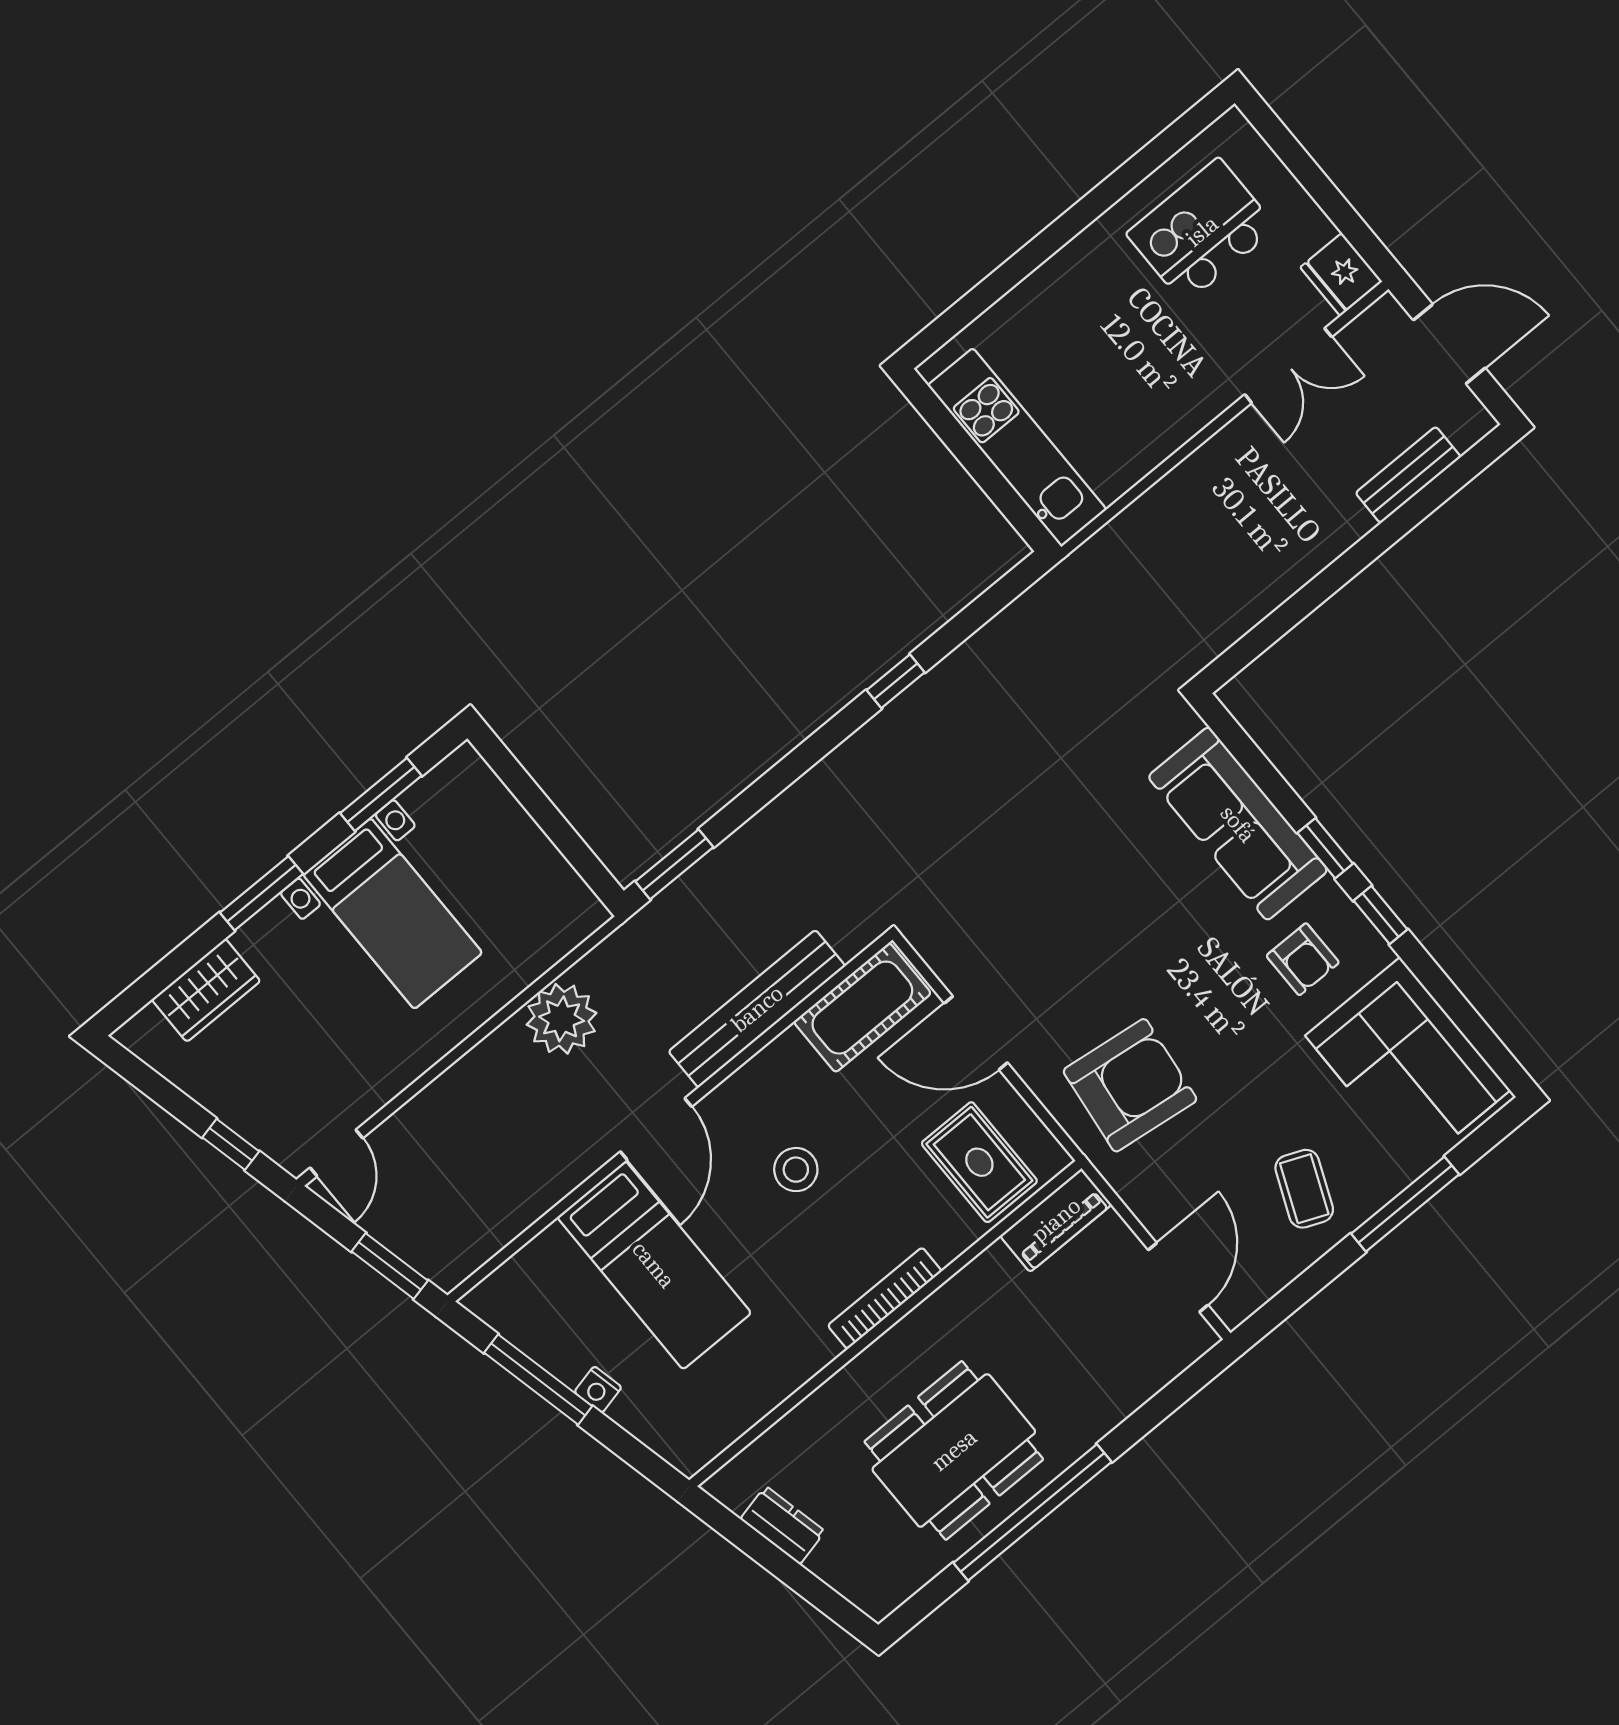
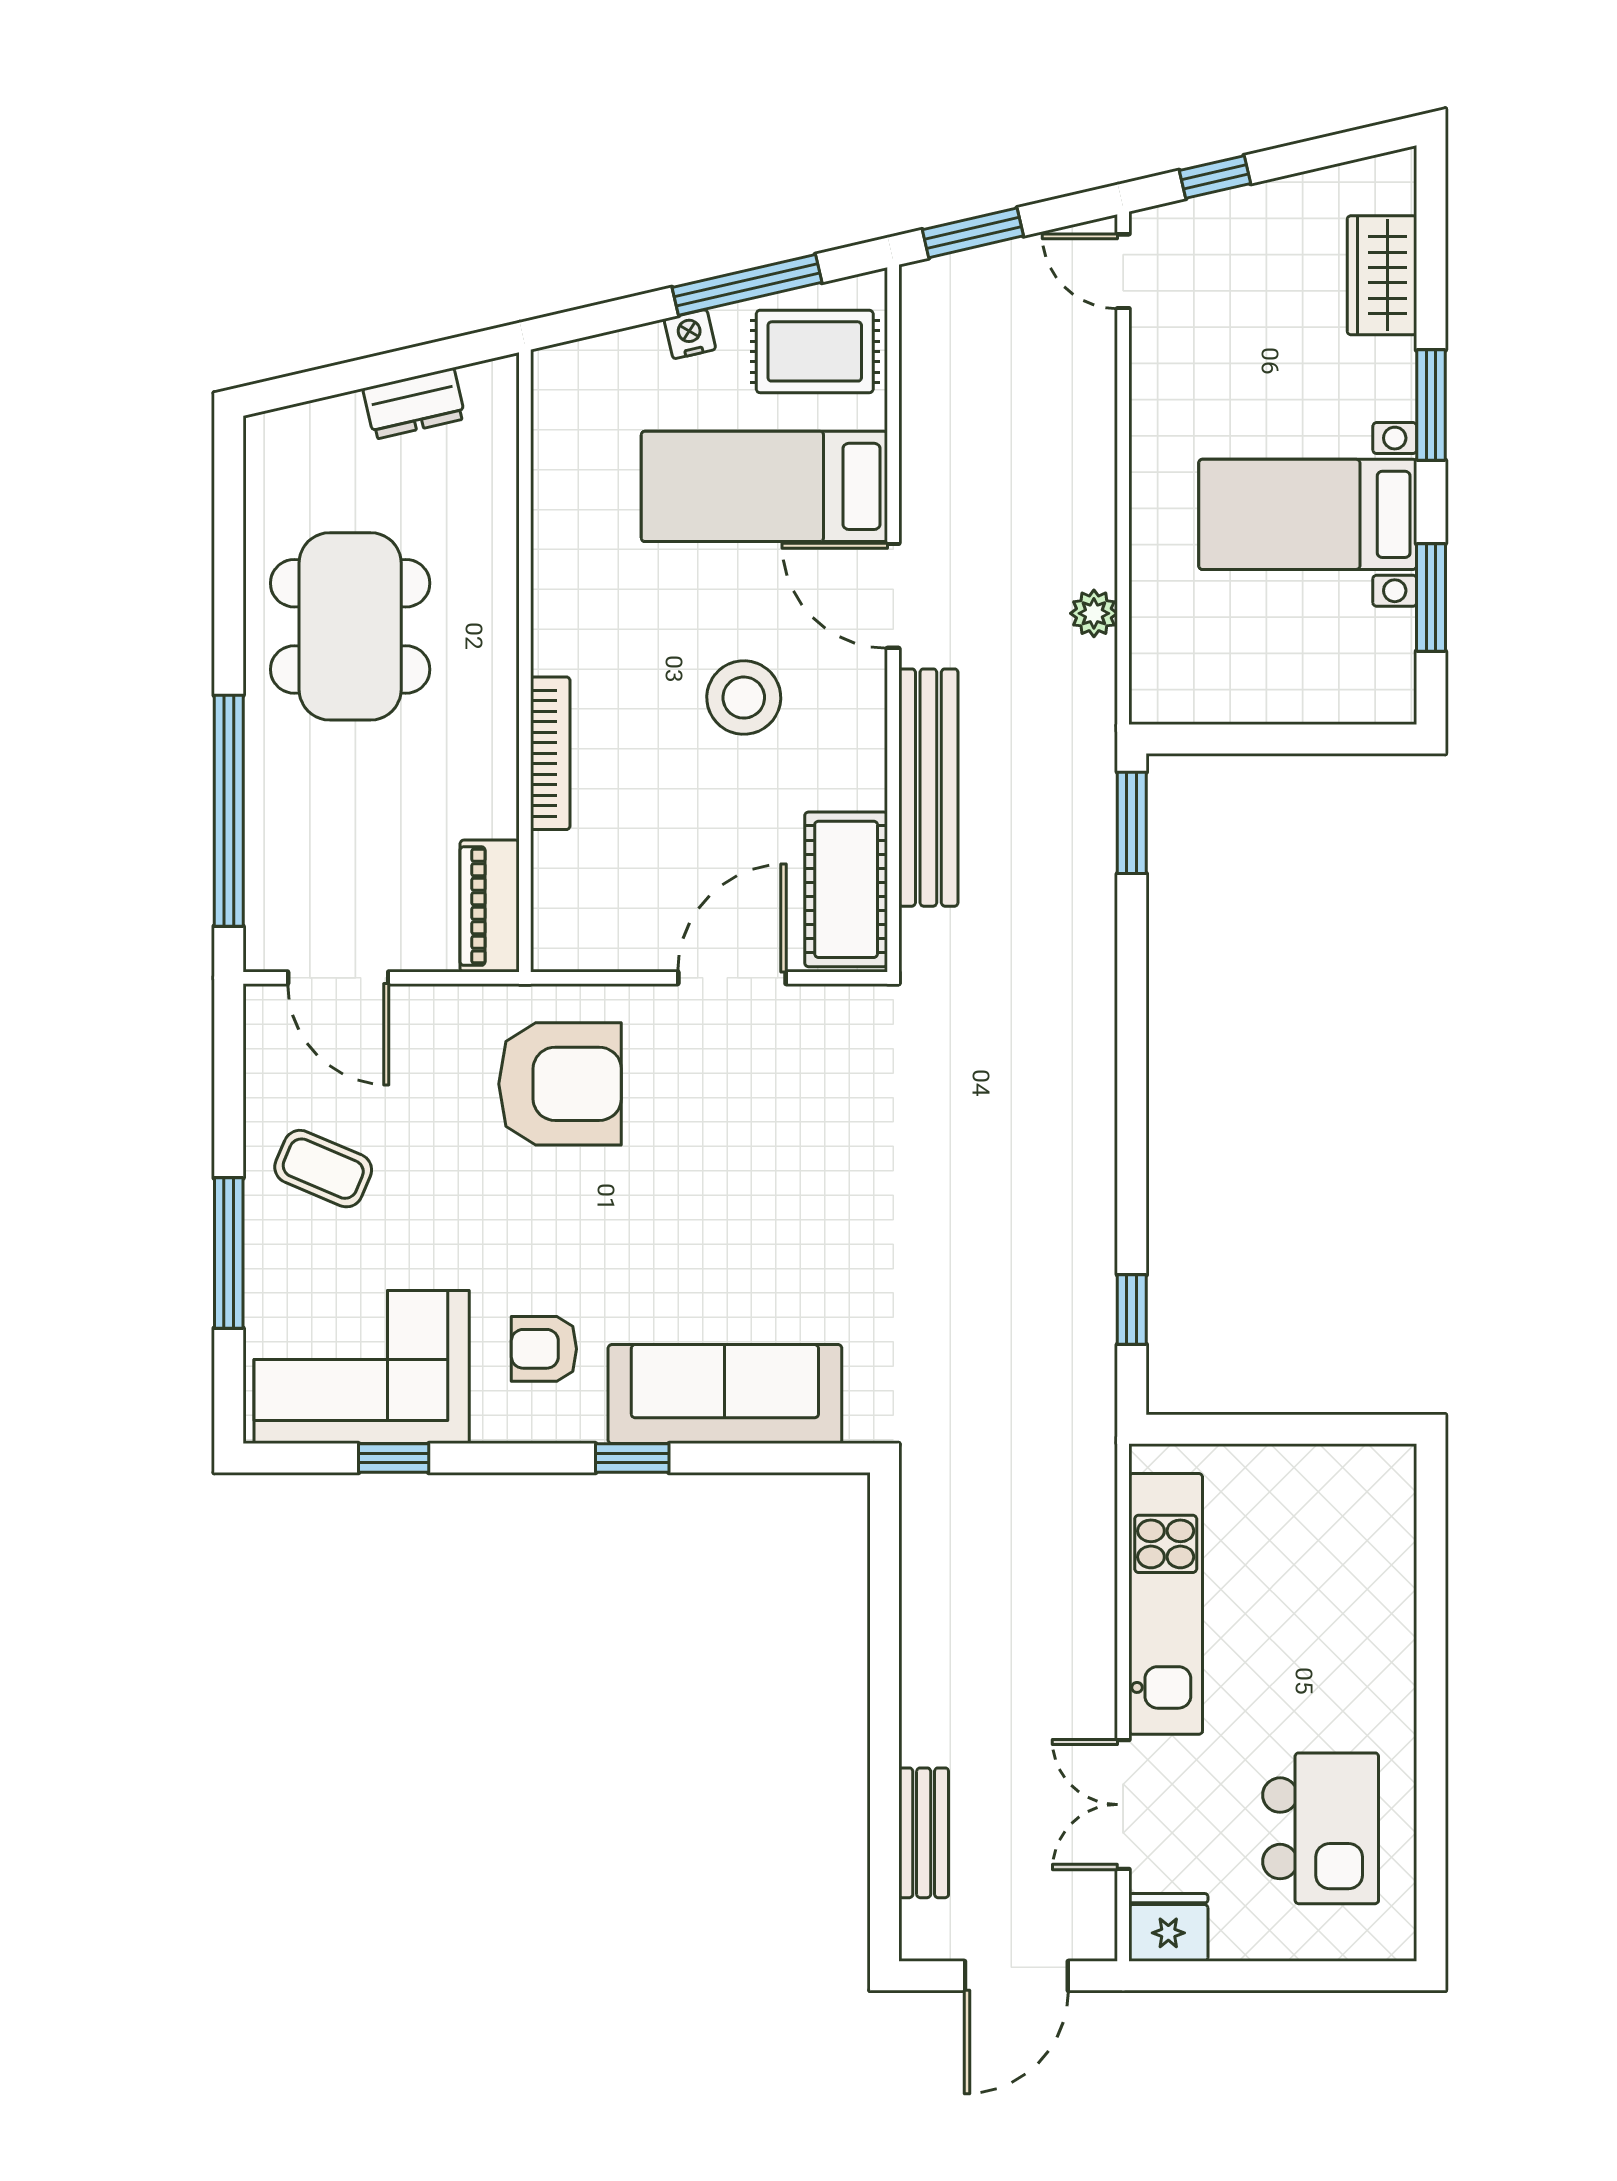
kitchen unit: (1017, 447) -> (1166, 1604), moved, turned -90
window: (896, 681) -> (1132, 1310), moved
window: (1381, 915) -> (394, 1458), moved
plant: (562, 1019) -> (1094, 613), width x0.53, depth x0.53
armchair: (1130, 1085) -> (560, 1084), turned -97
rug: (979, 1162) -> (815, 351), moved
stool: (796, 1170) -> (744, 698), width x1.38, depth x1.38
bookcase: (885, 1298) -> (550, 753), moved
window: (1032, 1512) -> (229, 811), moved

